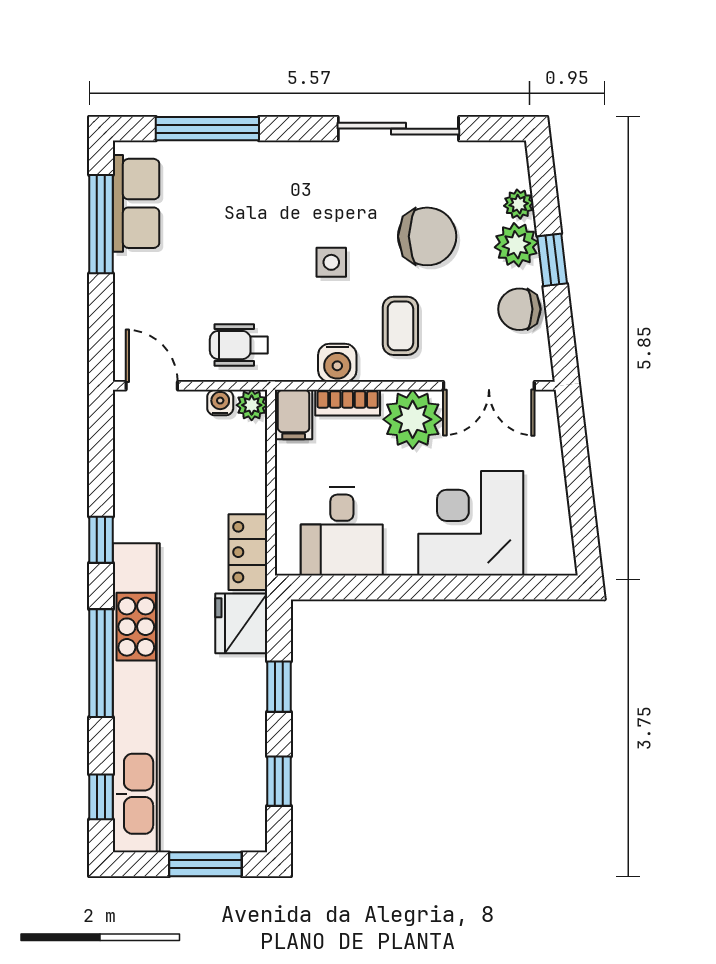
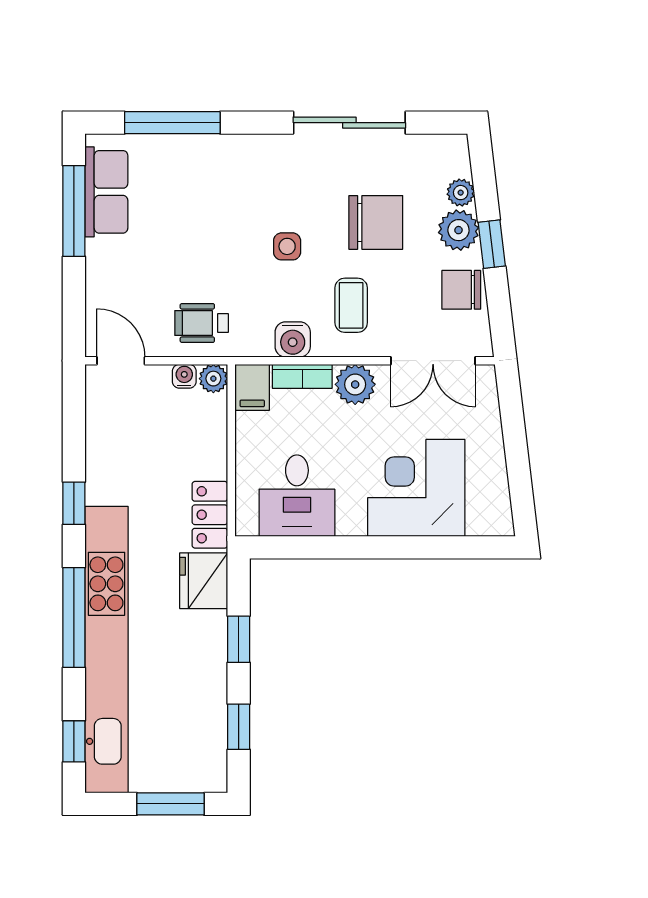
plant: (413, 419) -> (355, 384), width x0.73, depth x0.73

